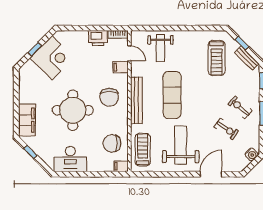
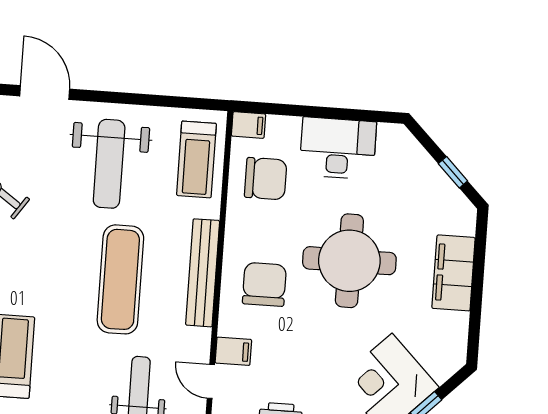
filing cabinet: (27, 120) -> (453, 273), moved
desk: (70, 159) -> (338, 148), moved
door: (211, 174) -> (45, 92), swing flipped

